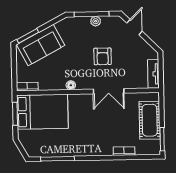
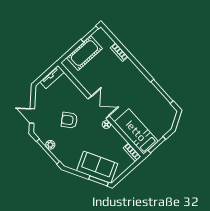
door: (135, 27) -> (32, 116), hinge flipped
armchair: (103, 56) -> (69, 120), turned -130
double door: (109, 91) -> (99, 107), moved
bed: (42, 112) -> (136, 131), width x0.67

